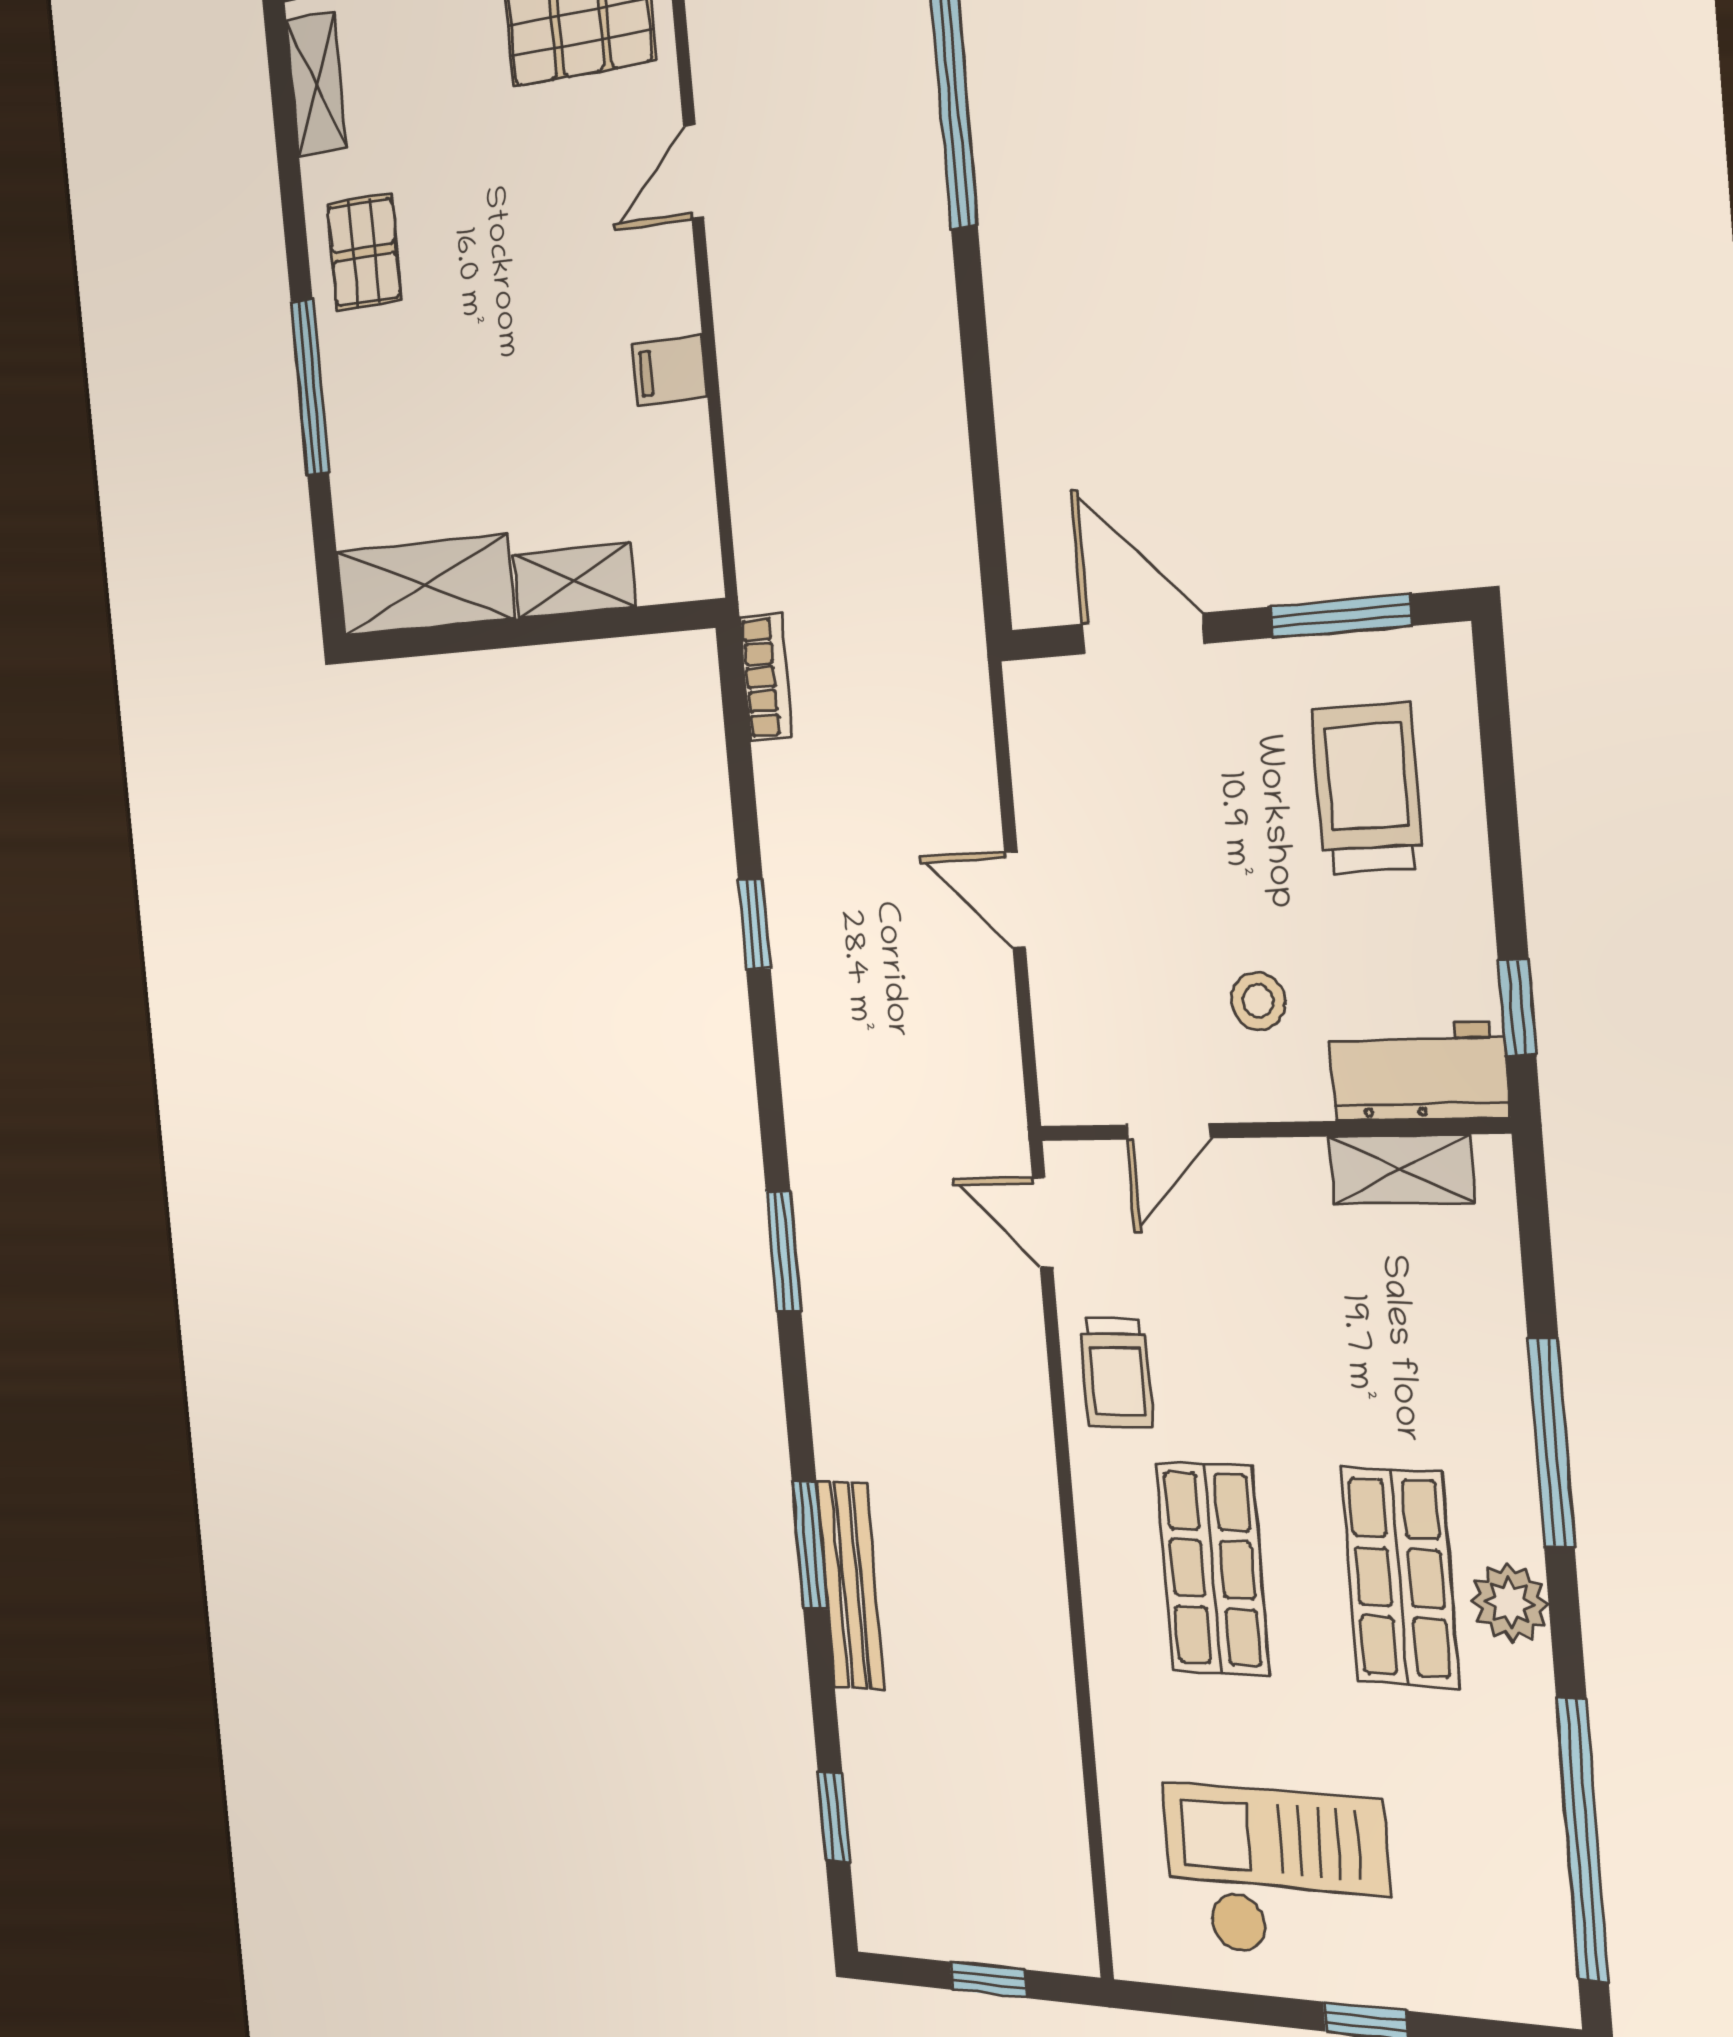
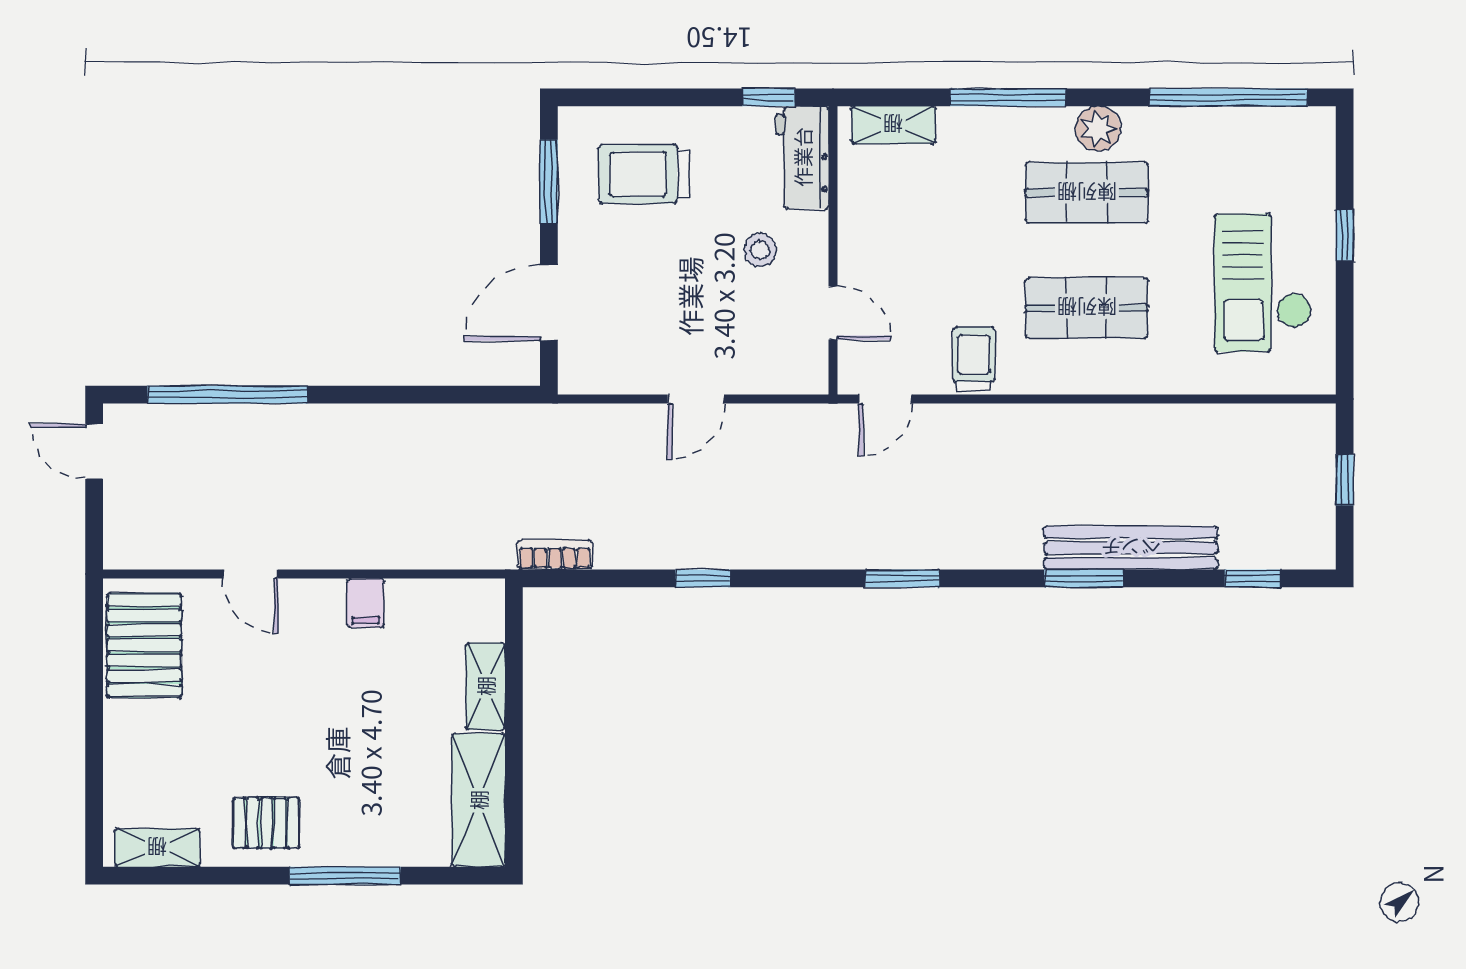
shelving: (1401, 1169) -> (893, 125), moved, turned 90
trolley: (1117, 1373) -> (974, 359), turned -90
bench: (851, 1585) -> (1131, 548), width x1.37, depth x1.21

